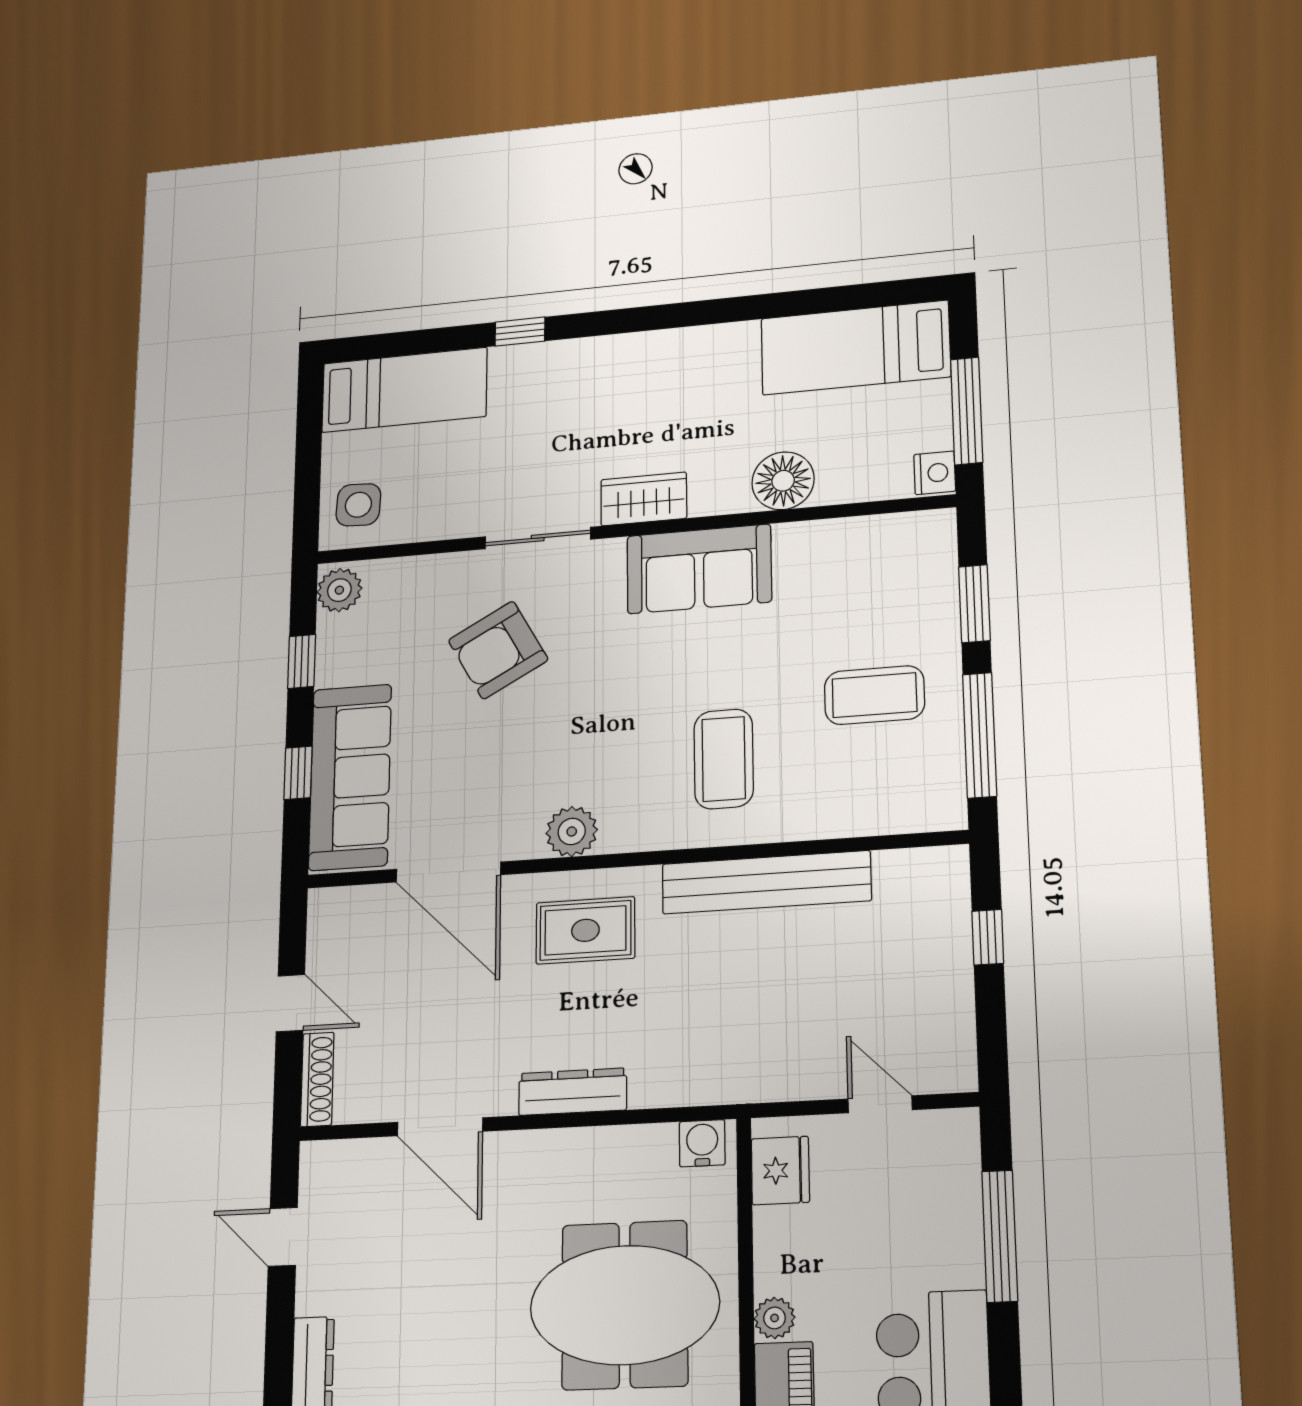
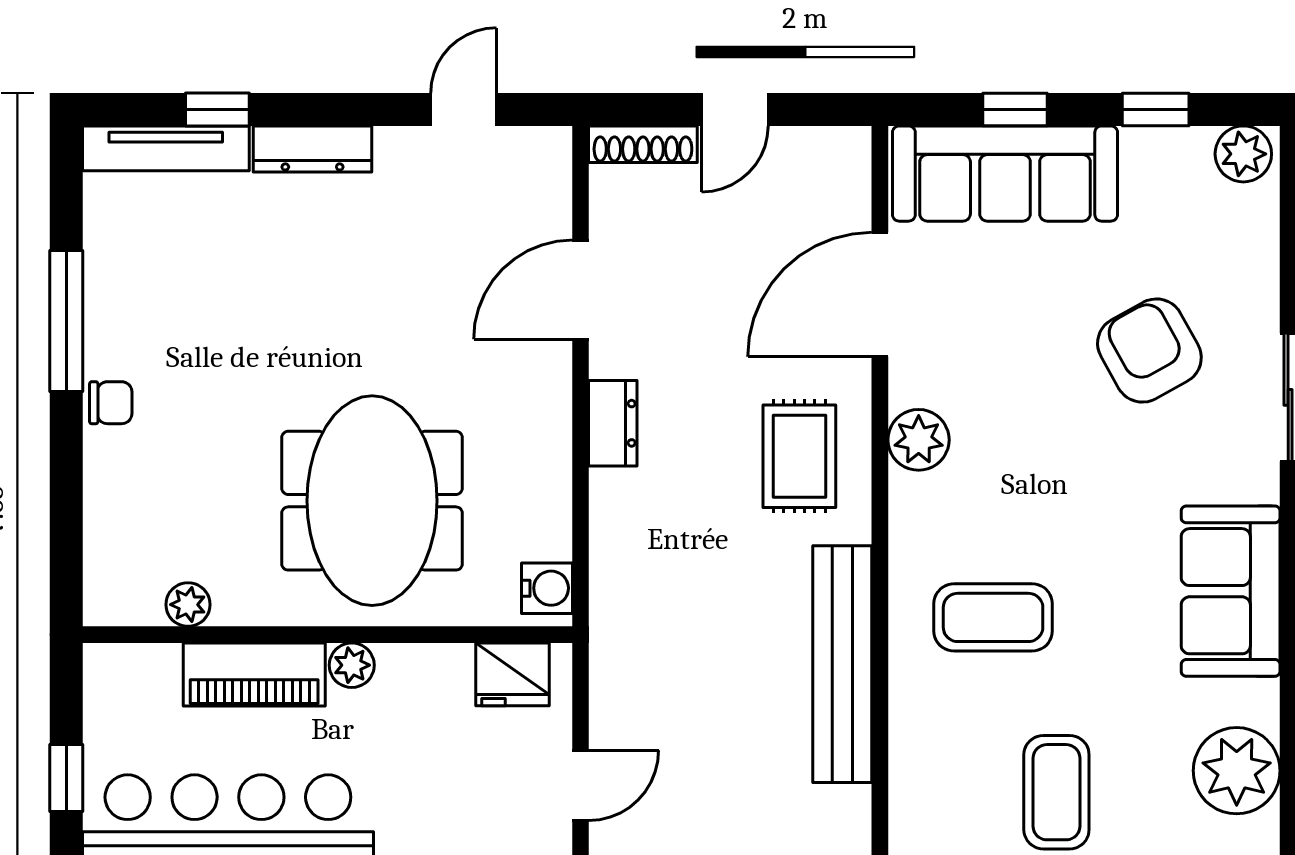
plant: (852, 551) -> (1237, 771), added
dresser: (573, 1092) -> (613, 423), width x0.70

